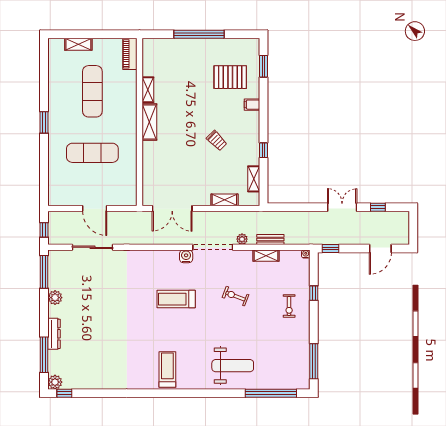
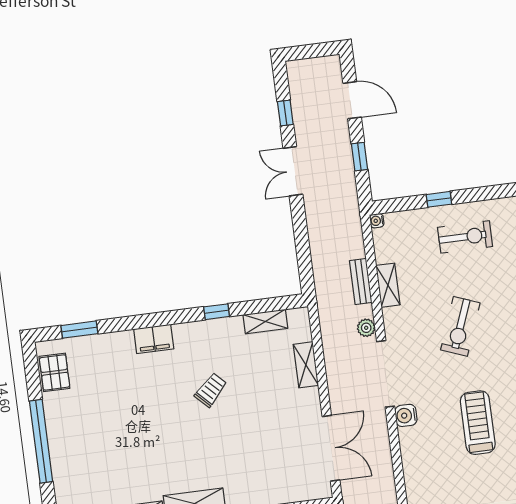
pallet: (230, 77) -> (54, 372), moved, width x0.67, depth x0.71
filing cabinet: (252, 105) -> (154, 339), width x2.00
window: (331, 249) -> (359, 157), moved
exercise bike: (235, 296) -> (460, 326), width x1.38, depth x1.39
treadmill: (176, 299) -> (478, 423), turned 180
exercise bike: (289, 306) -> (465, 237), width x1.38, depth x1.39

